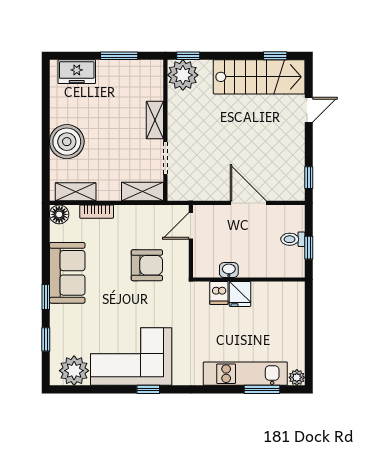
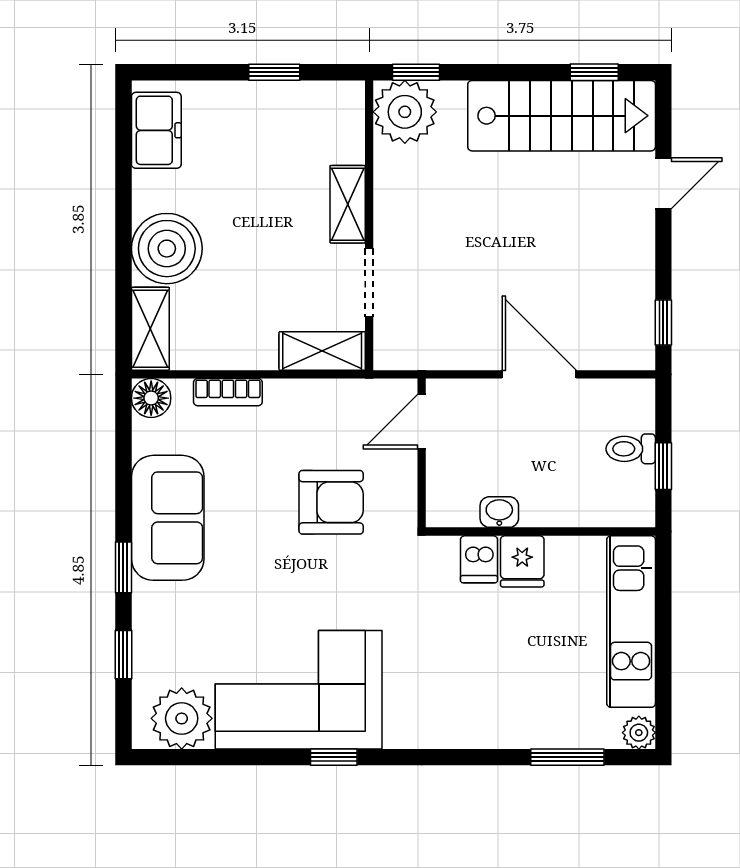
window: (119, 56) -> (274, 72), width x0.67
freezer: (77, 72) -> (156, 130), moved, turned -90
shelving: (76, 192) -> (150, 329), moved, turned 90
kitchen unit: (245, 374) -> (631, 622), moved, turned -90

